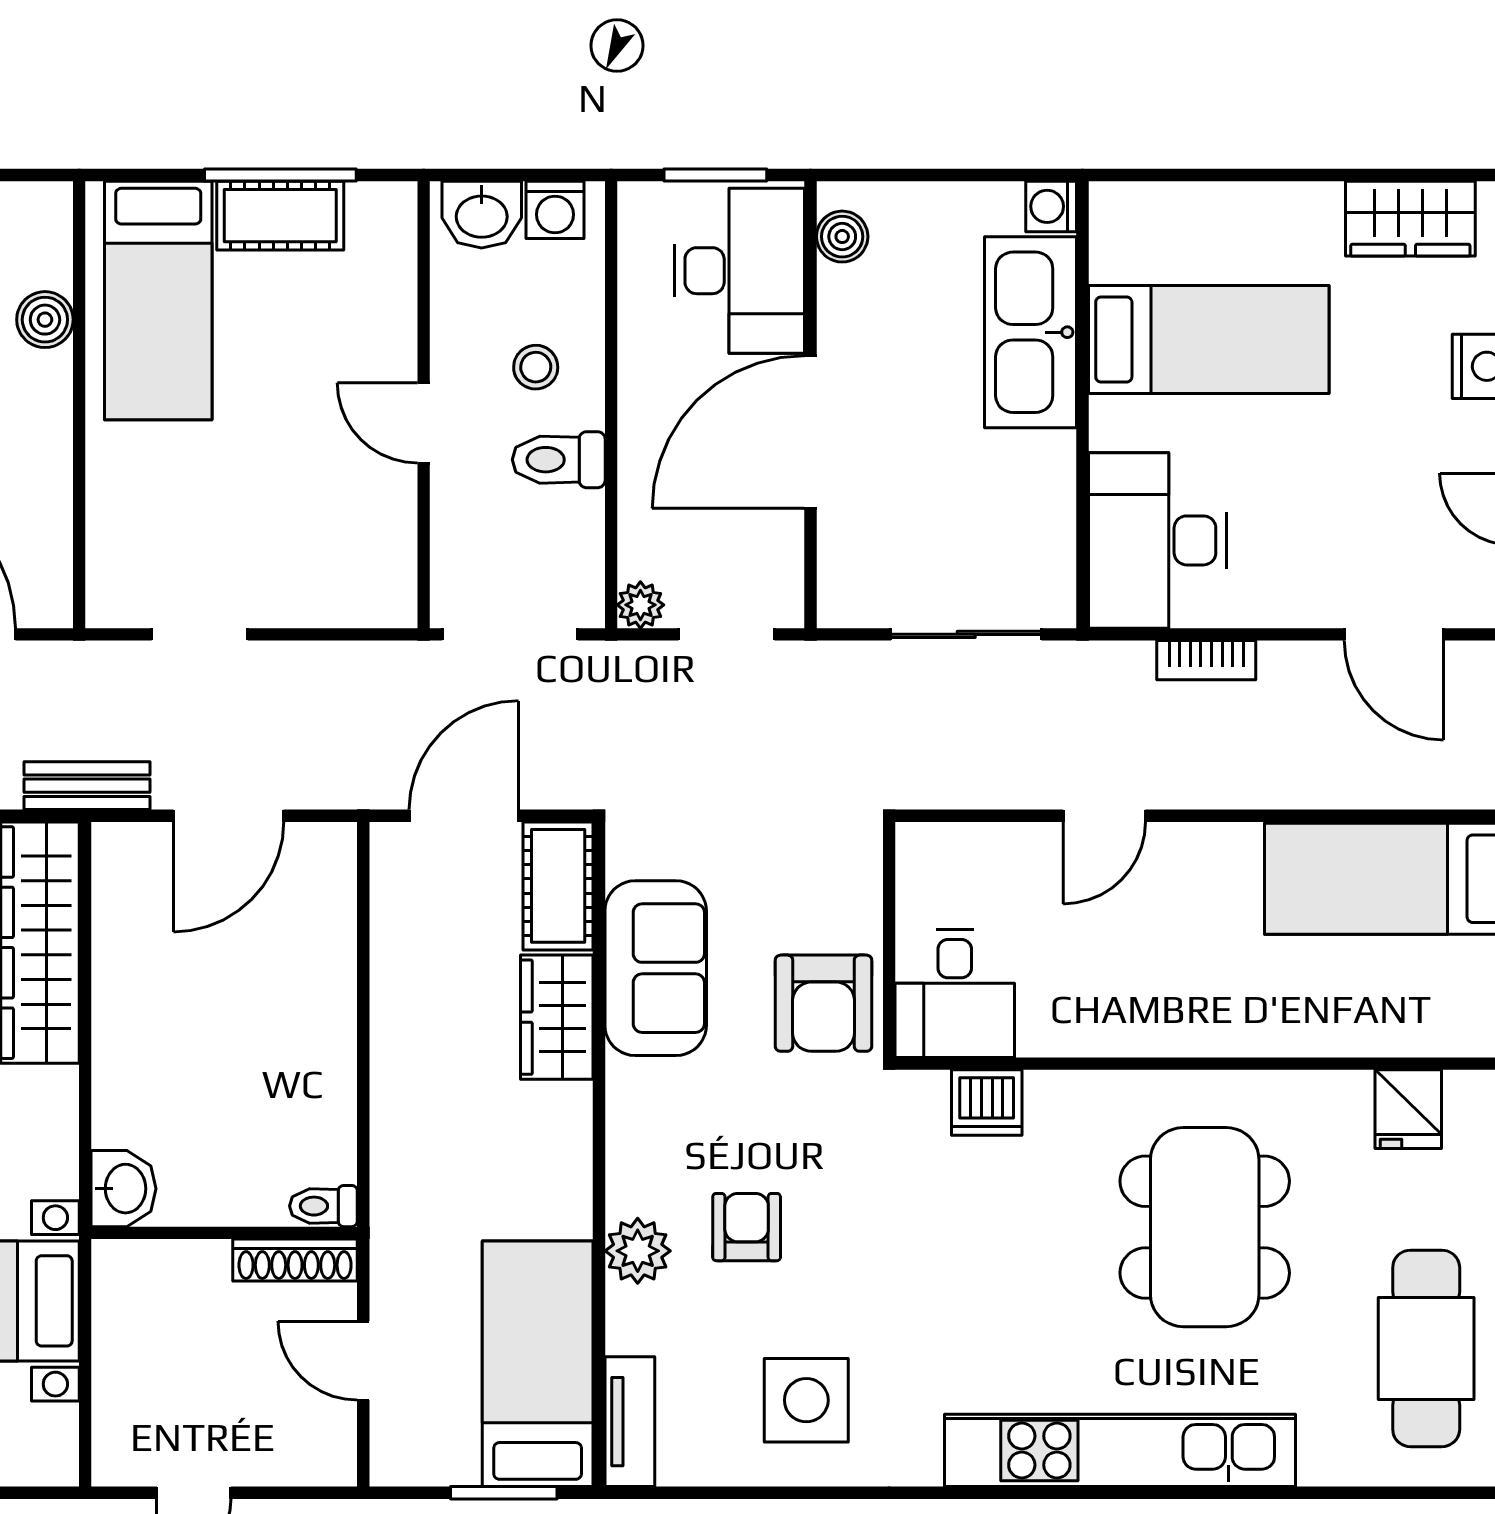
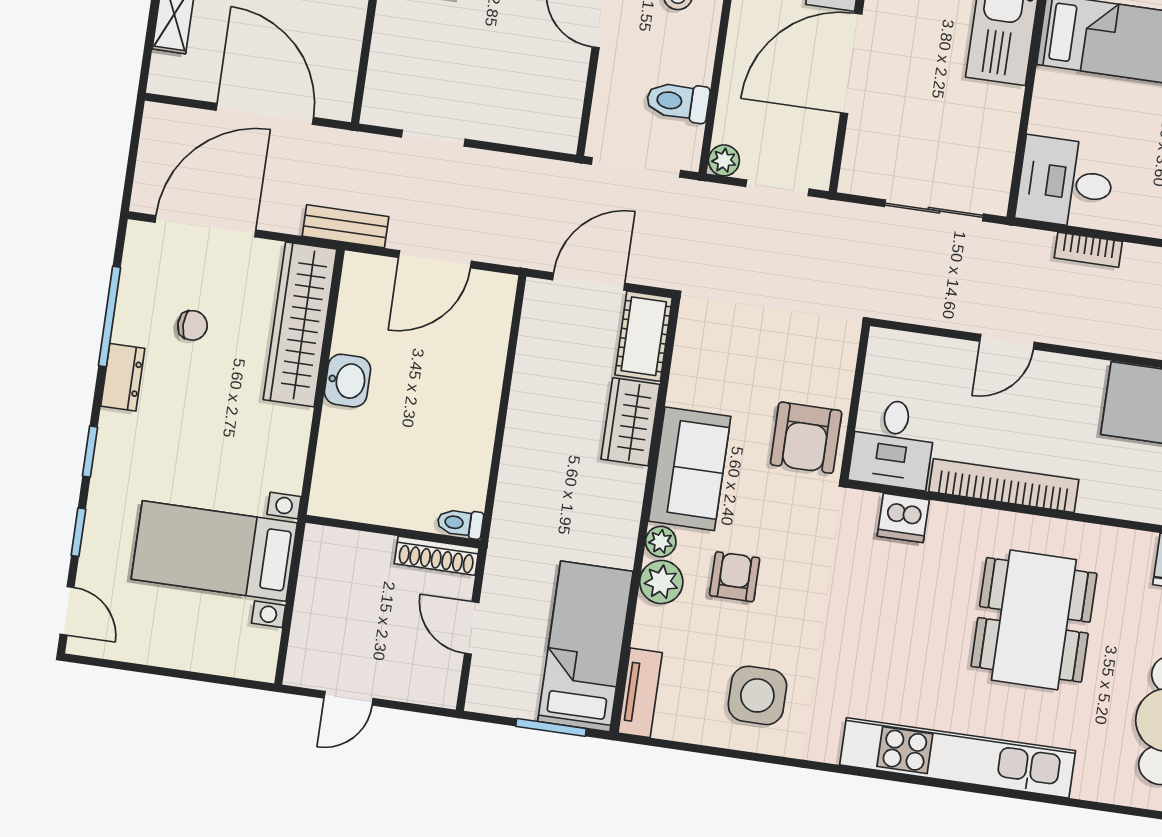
toilet: (559, 460) -> (678, 102), moved
desk: (1158, 540) -> (1066, 183), width x0.73
sofa: (656, 968) -> (690, 469), moved
bookcase: (1130, 1032) -> (1004, 486), added
washbasin: (124, 1189) -> (348, 381), moved
plant: (628, 1190) -> (661, 542), added

